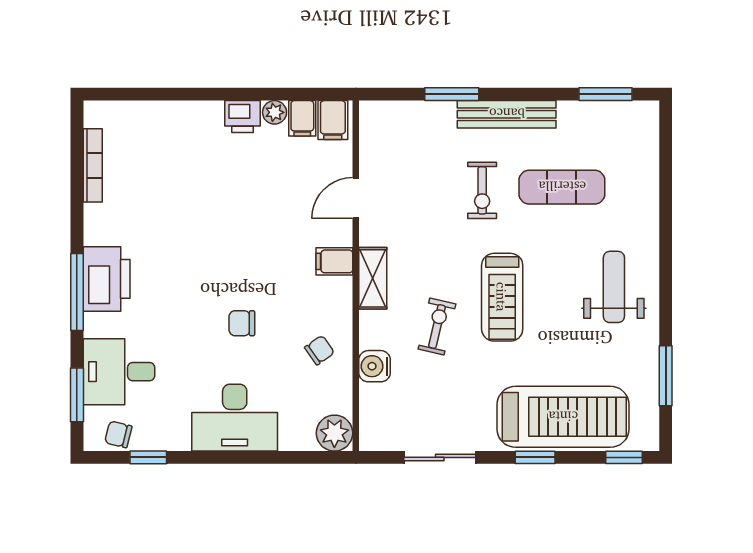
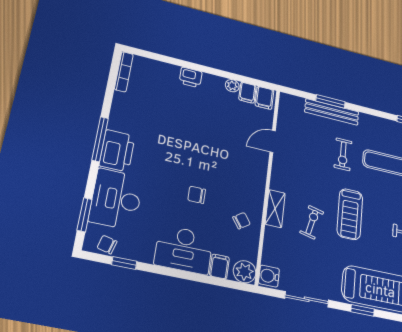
bench: (507, 114) -> (332, 112), moved
printer: (243, 117) -> (191, 77), moved
bookcase: (93, 165) -> (124, 72), moved
filing cabinet: (334, 261) -> (219, 266), moved, turned 90
shelving: (373, 278) -> (275, 209), moved
window: (77, 292) -> (100, 139), moved
water cooler: (375, 366) -> (269, 276), moved
desk: (119, 372) -> (116, 199), width x1.37

